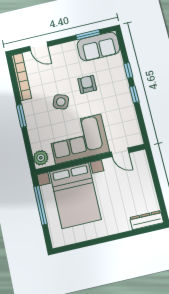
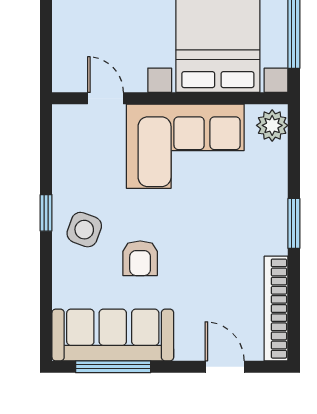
window: (88, 35) -> (113, 367), width x1.44
sofa: (98, 47) -> (113, 335), width x1.36
window: (128, 70) -> (46, 268), removed
side table: (61, 102) -> (84, 230), moved

